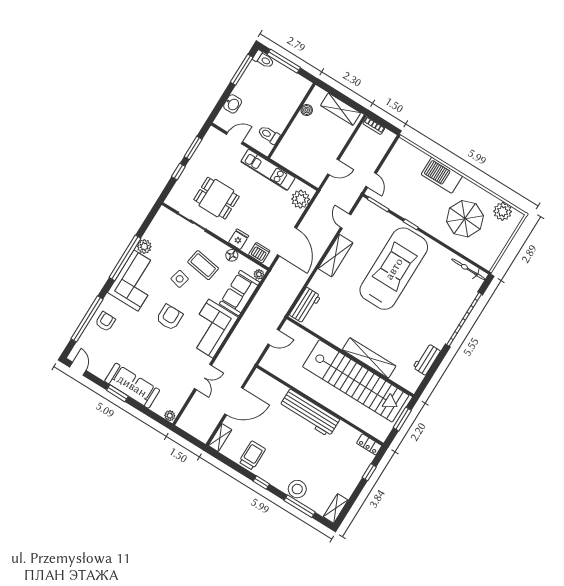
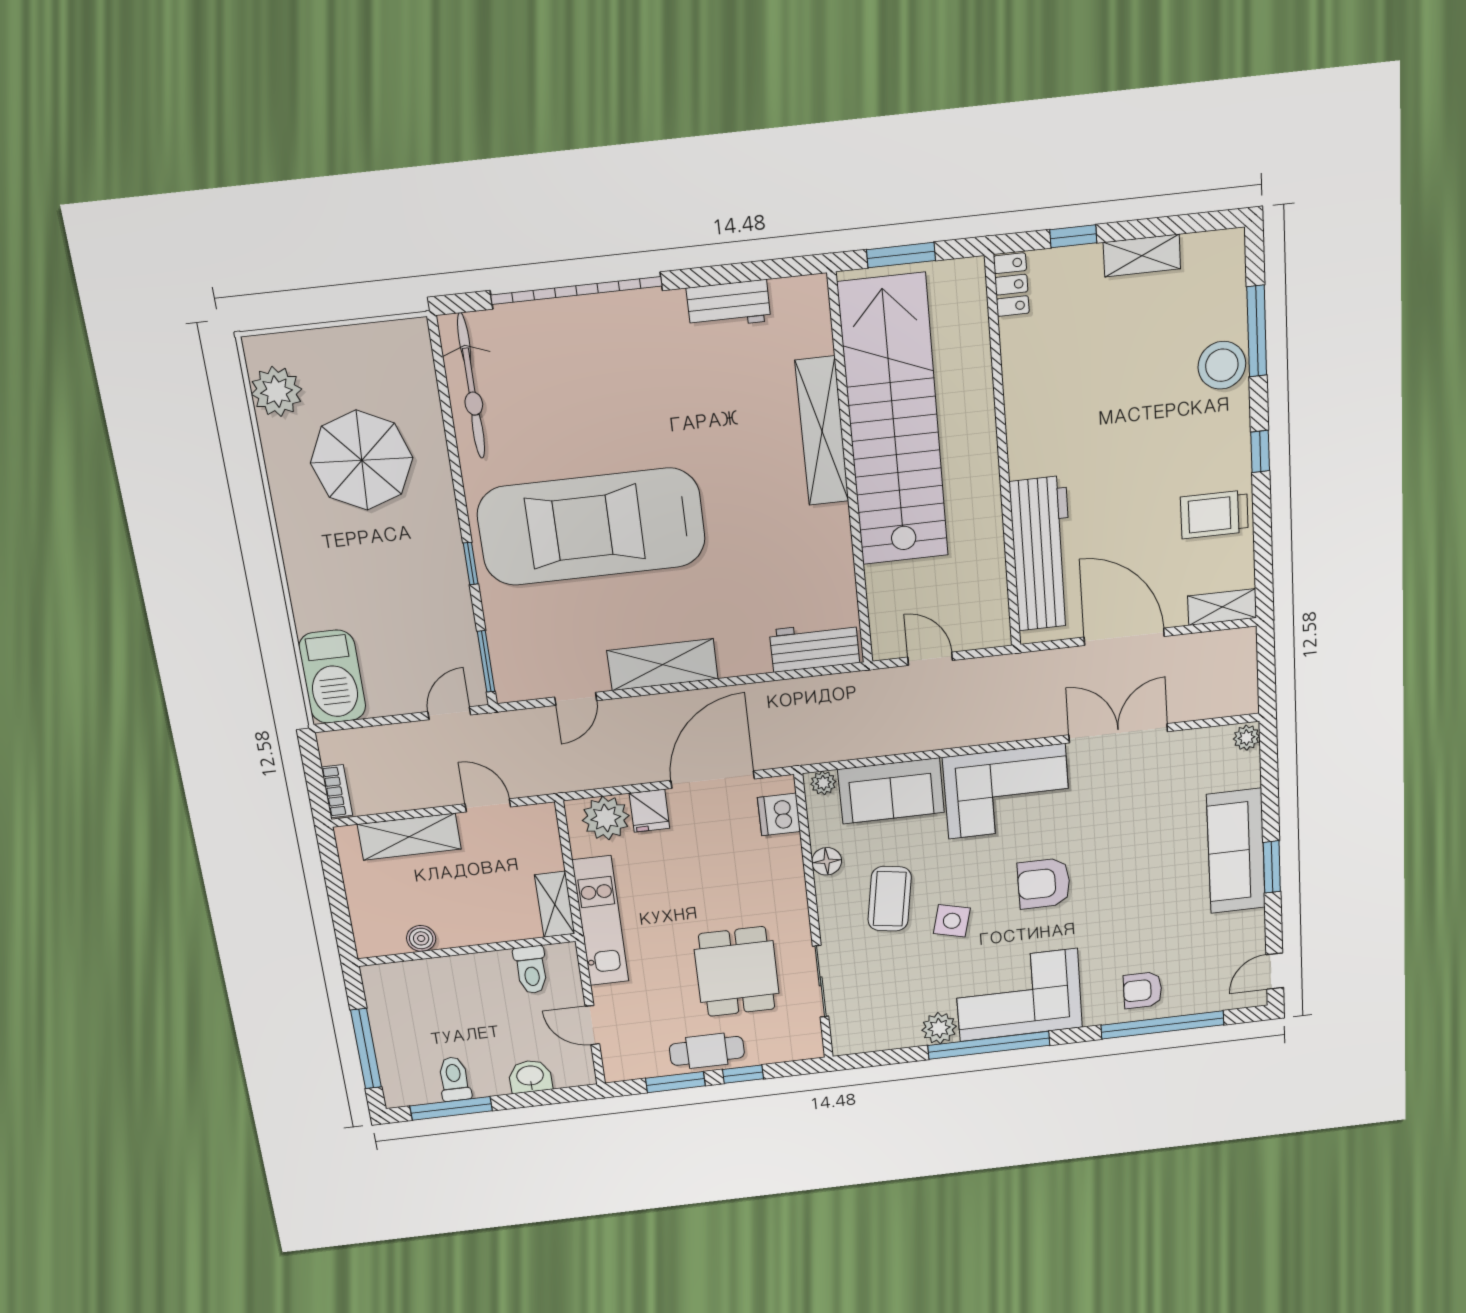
toilet: (263, 59) -> (454, 1079), moved
shelving: (341, 109) -> (409, 837), moved, turned 90
shelving: (285, 160) -> (555, 904), added
cafe table: (196, 167) -> (707, 1051), added
barbecue: (442, 175) -> (332, 677), moved
fridge: (239, 239) -> (649, 811), moved, turned -90
bicycle: (468, 269) -> (471, 386), width x1.37, depth x1.40
double door: (203, 377) -> (1118, 733), width x1.37
workbench: (309, 413) -> (1042, 554), moved
shelving: (336, 508) -> (1142, 256), moved

